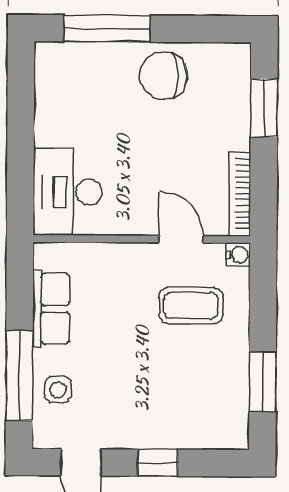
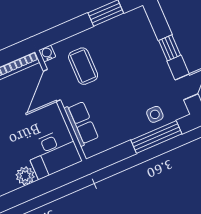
plant: (51, 129) -> (25, 176), added
door: (181, 239) -> (52, 86), width x1.38
row of seats: (51, 309) -> (81, 123), moved, turned 90

